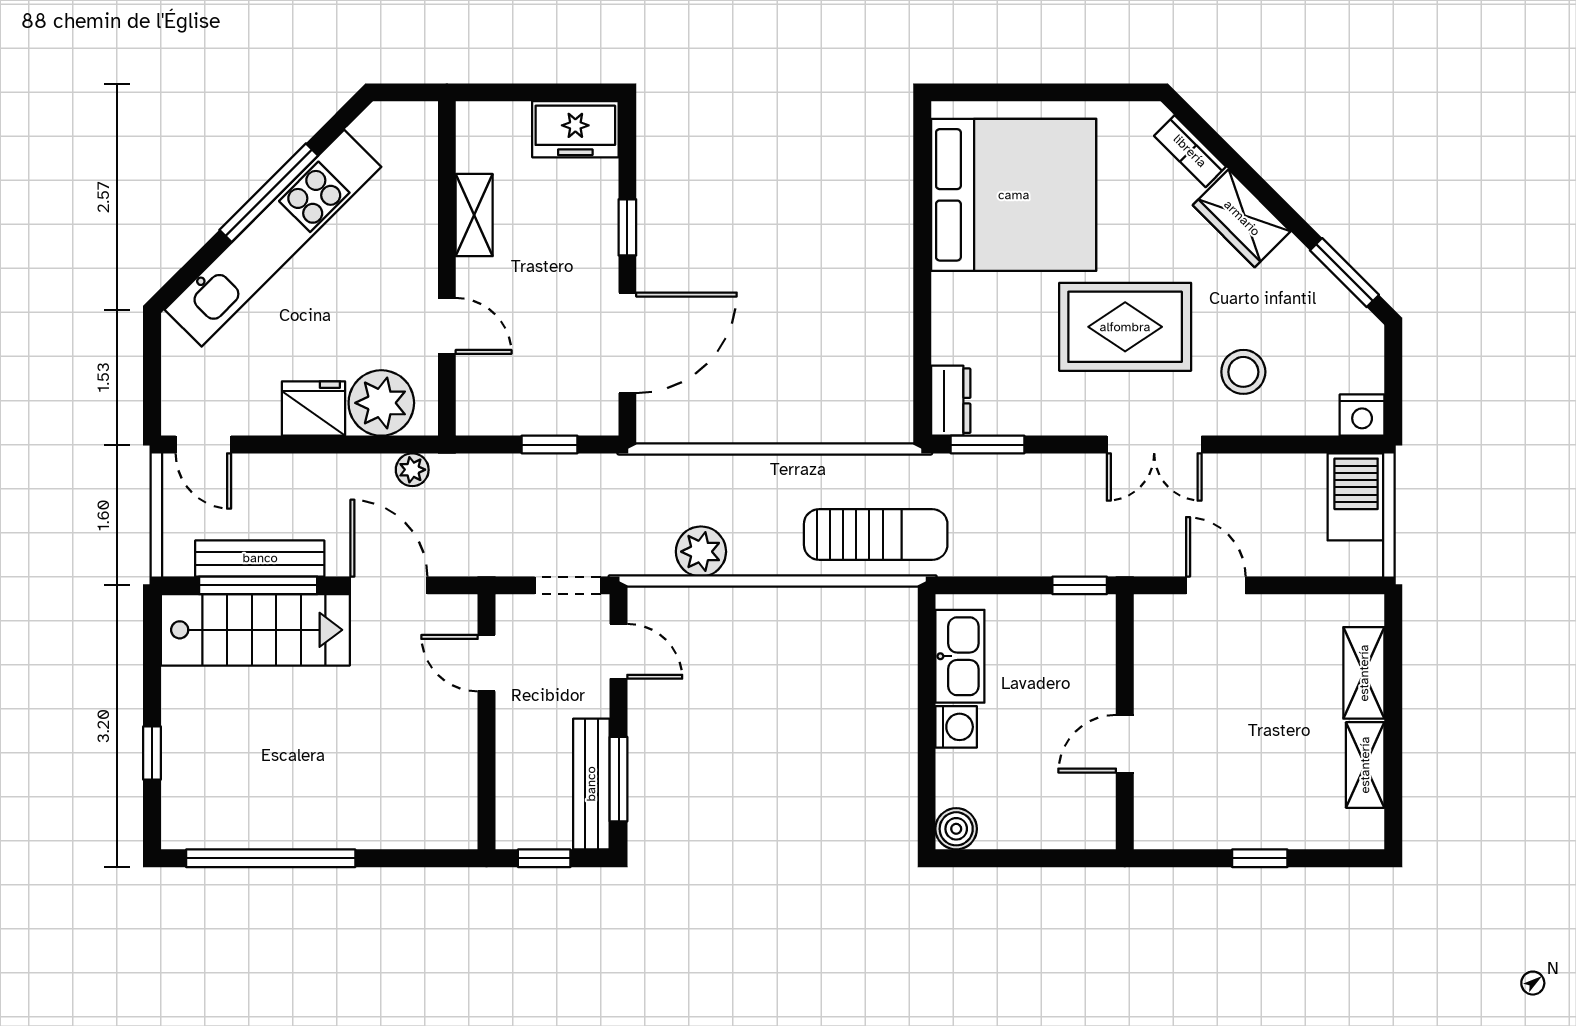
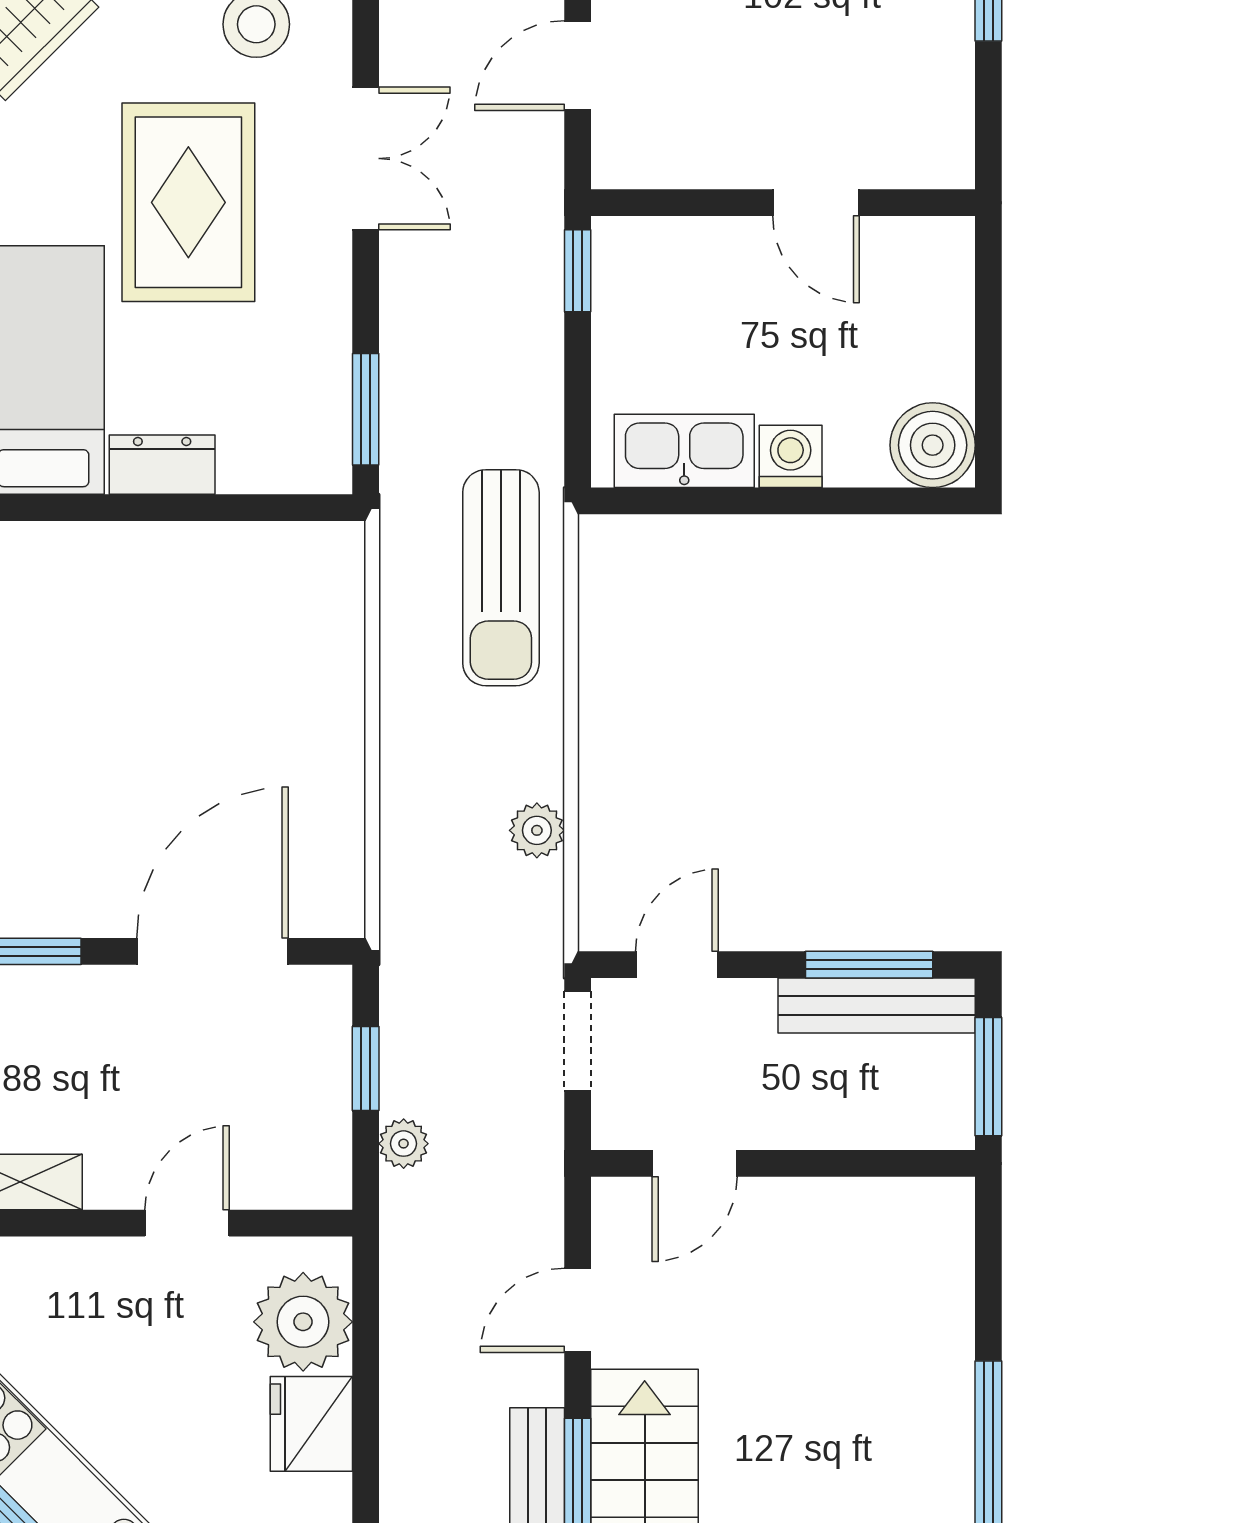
door: (627, 343) -> (212, 951), hinge flipped
dresser: (951, 401) -> (162, 465), moved
plant: (412, 470) -> (404, 1144), moved
sun lounger: (876, 534) -> (501, 578), turned 180
plant: (701, 552) -> (537, 830), width x0.73, depth x0.73
door: (389, 585) -> (578, 1310), width x0.73
boiler: (956, 829) -> (933, 445), width x1.36, depth x1.36
window: (544, 858) -> (988, 1077), width x1.50

